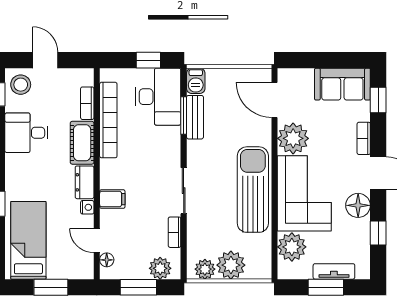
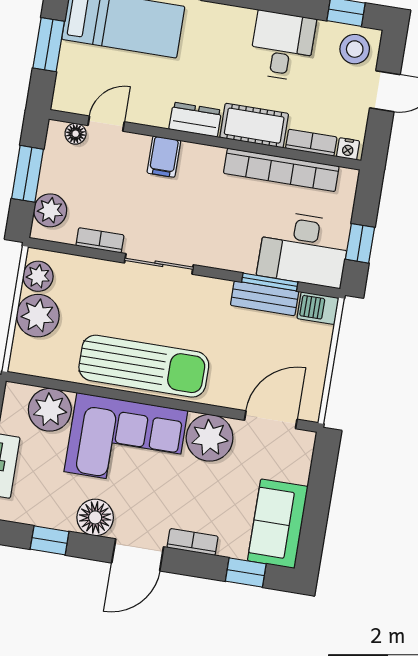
nightstand: (87, 207) -> (348, 149), moved

